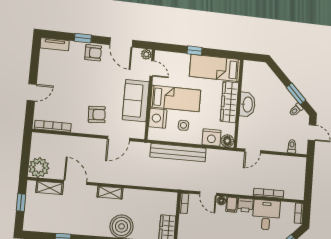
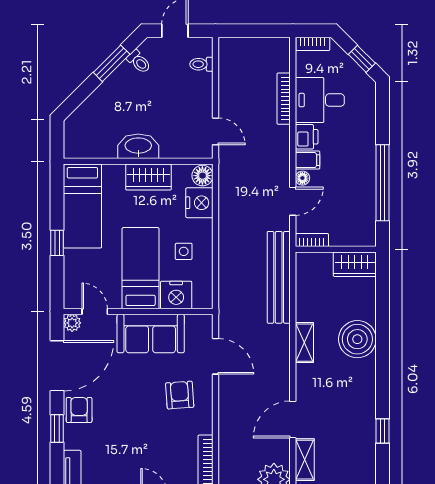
door: (121, 42) -> (57, 366), width x1.36
door: (152, 68) -> (95, 312), hinge flipped
wardrobe: (229, 102) -> (148, 177), width x0.67
bench: (178, 153) -> (279, 277), moved
shelving: (110, 193) -> (304, 343), moved

